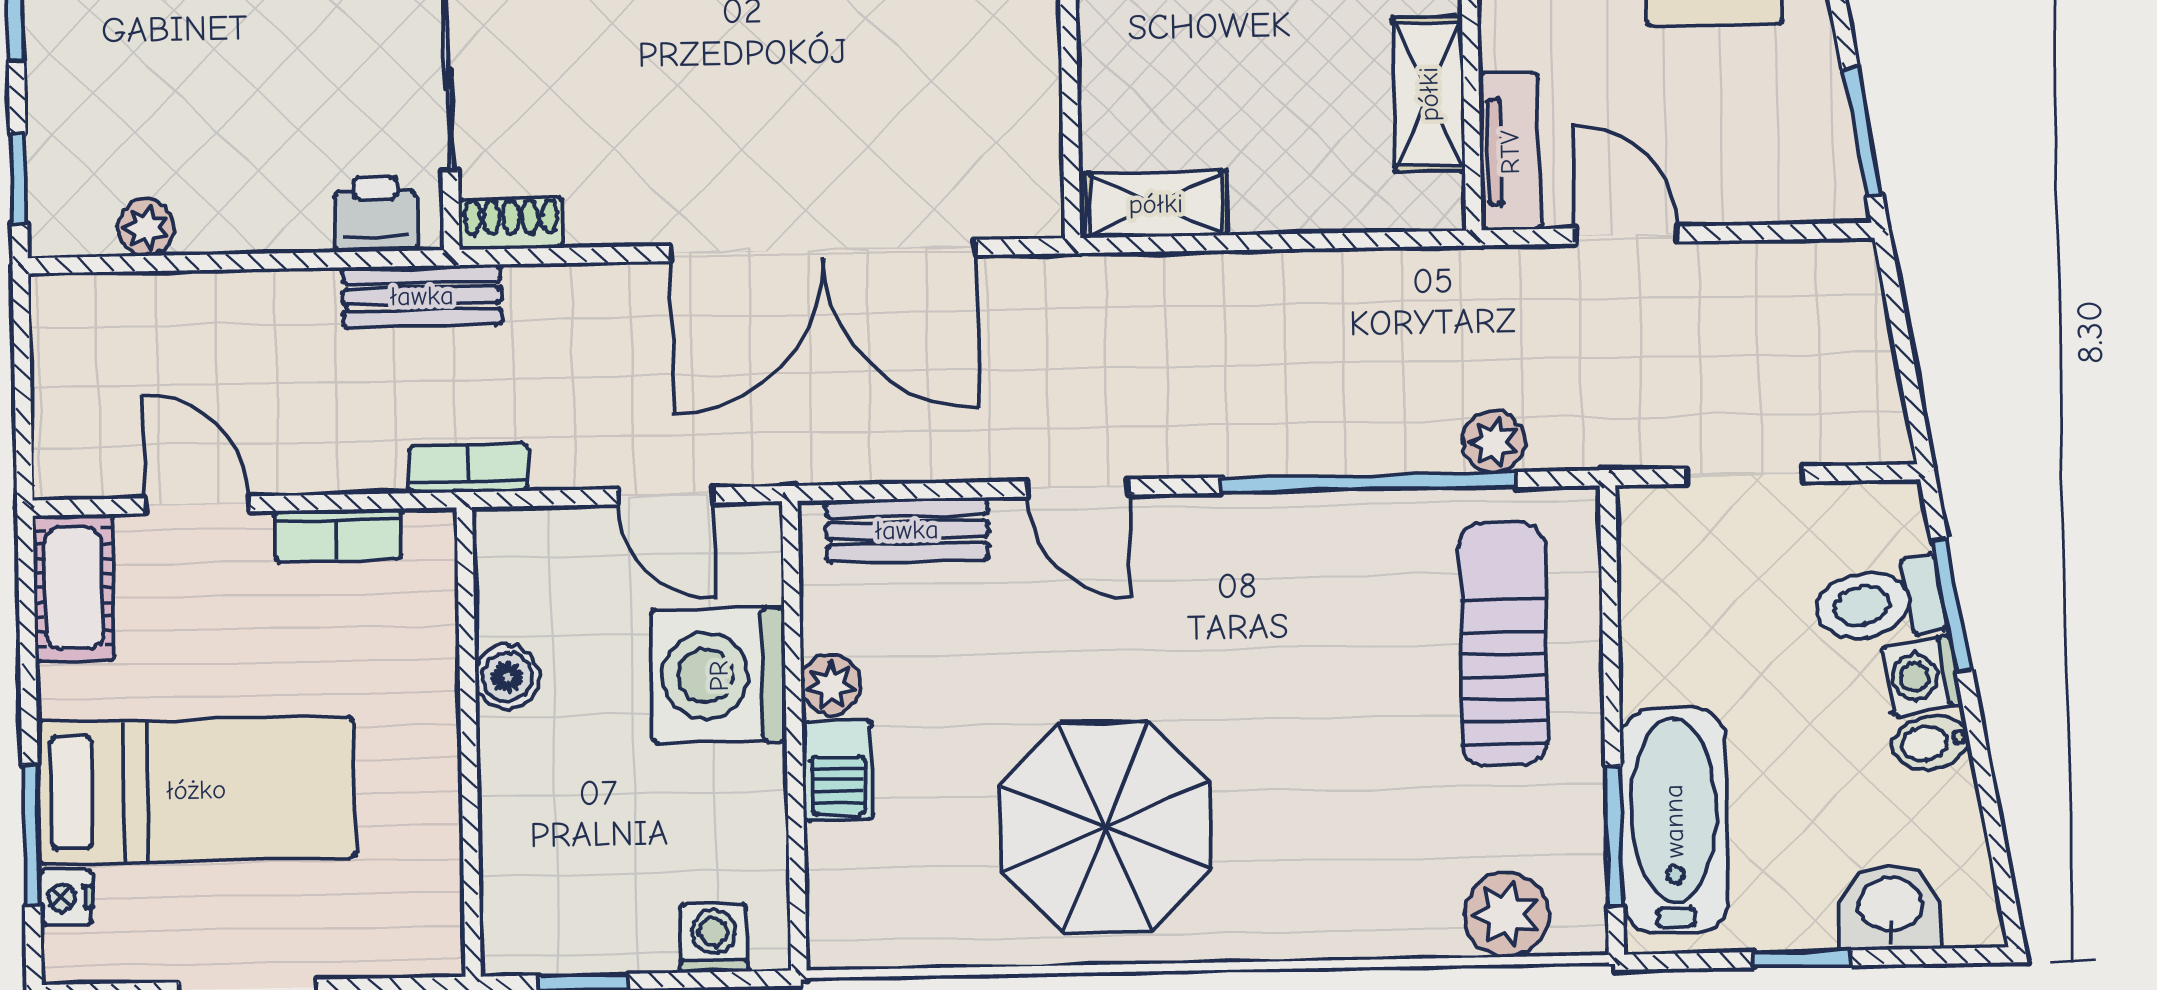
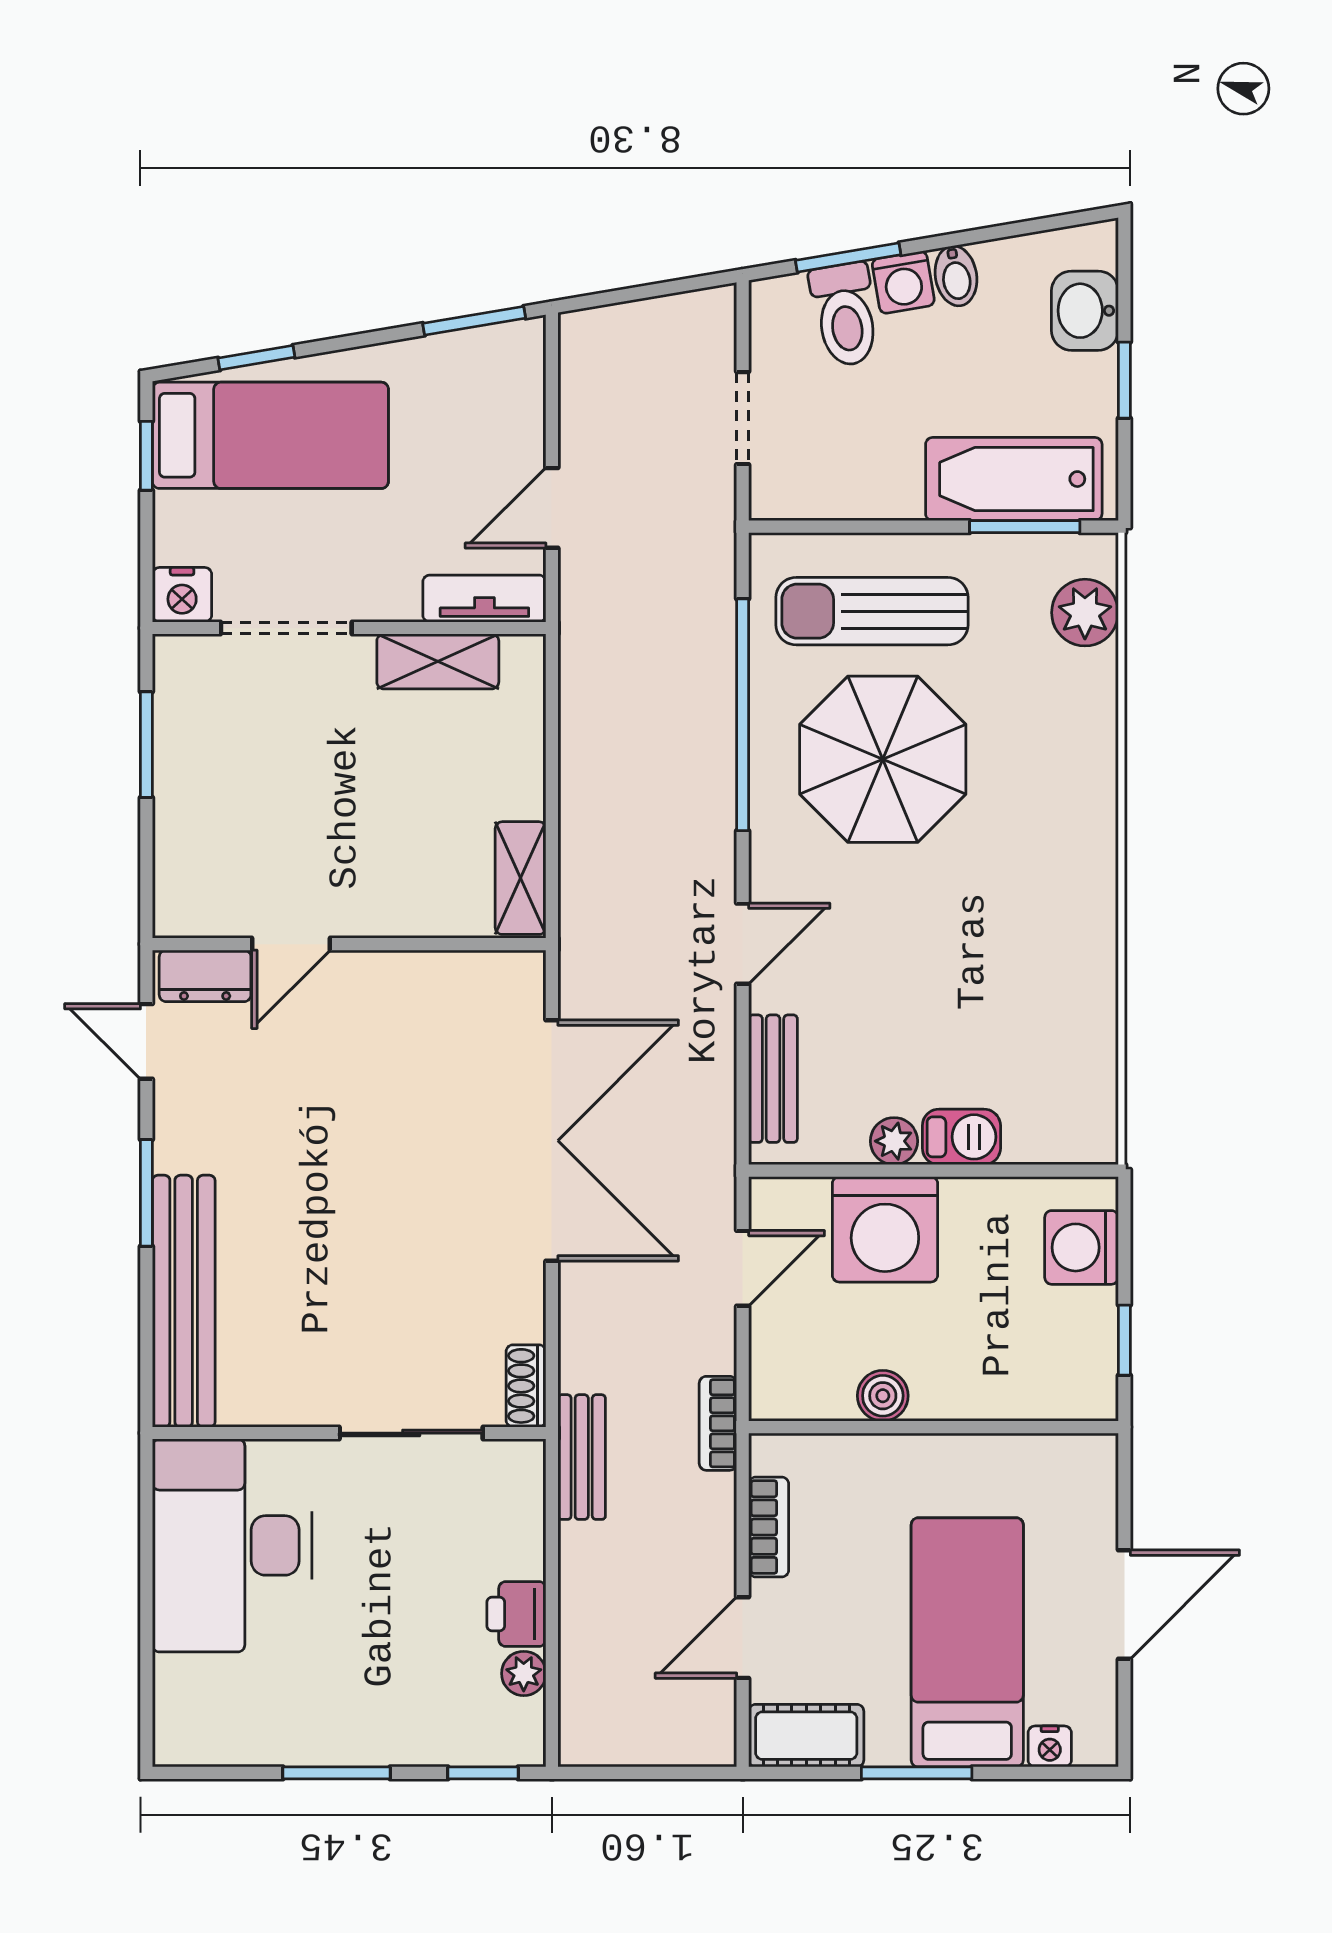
printer: (376, 214) -> (516, 1614), moved
plant: (1494, 442) -> (713, 615), removed
parasol: (1106, 827) -> (883, 759), moved
window: (31, 835) -> (917, 1773), moved
washing machine: (713, 938) -> (1082, 1247), width x1.38, depth x1.38

